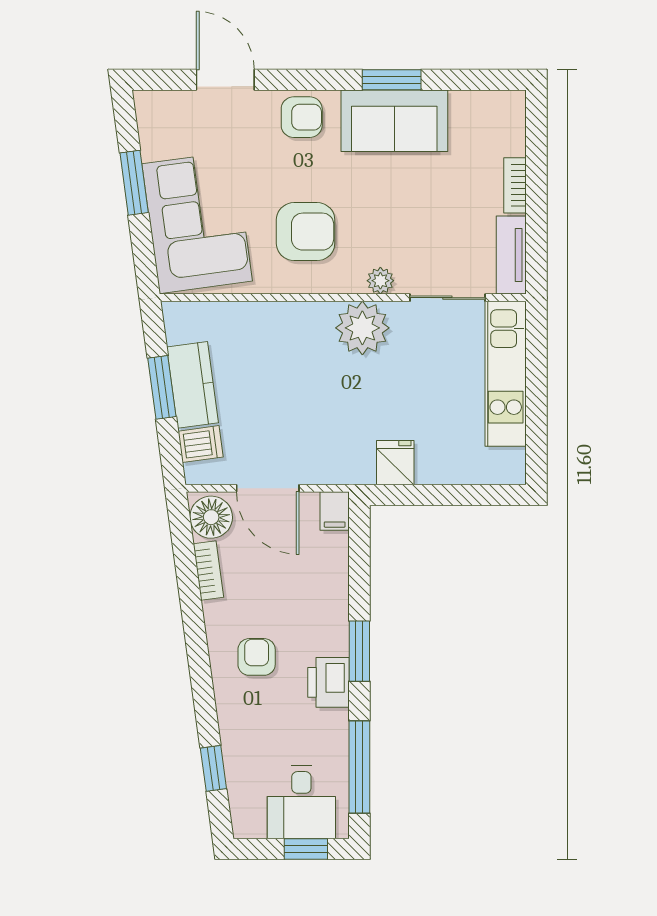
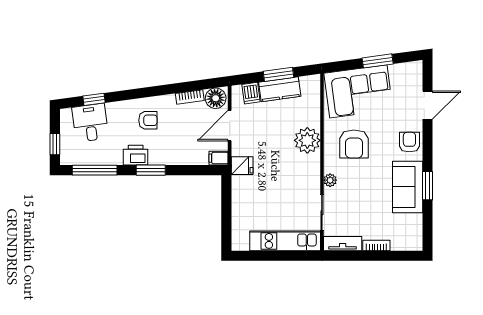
armchair: (302, 117) -> (409, 142), turned 180
plant: (362, 328) -> (307, 140), moved
fridge: (395, 463) -> (242, 166), moved
desk: (301, 802) -> (90, 123), moved, turned 82

